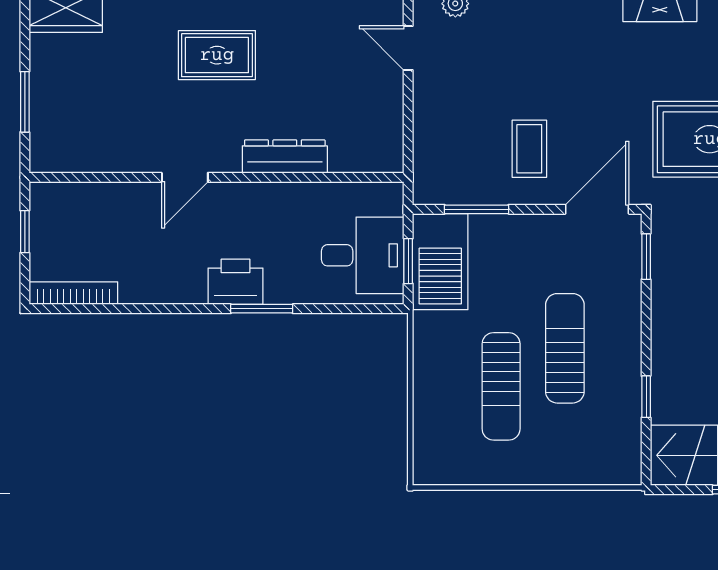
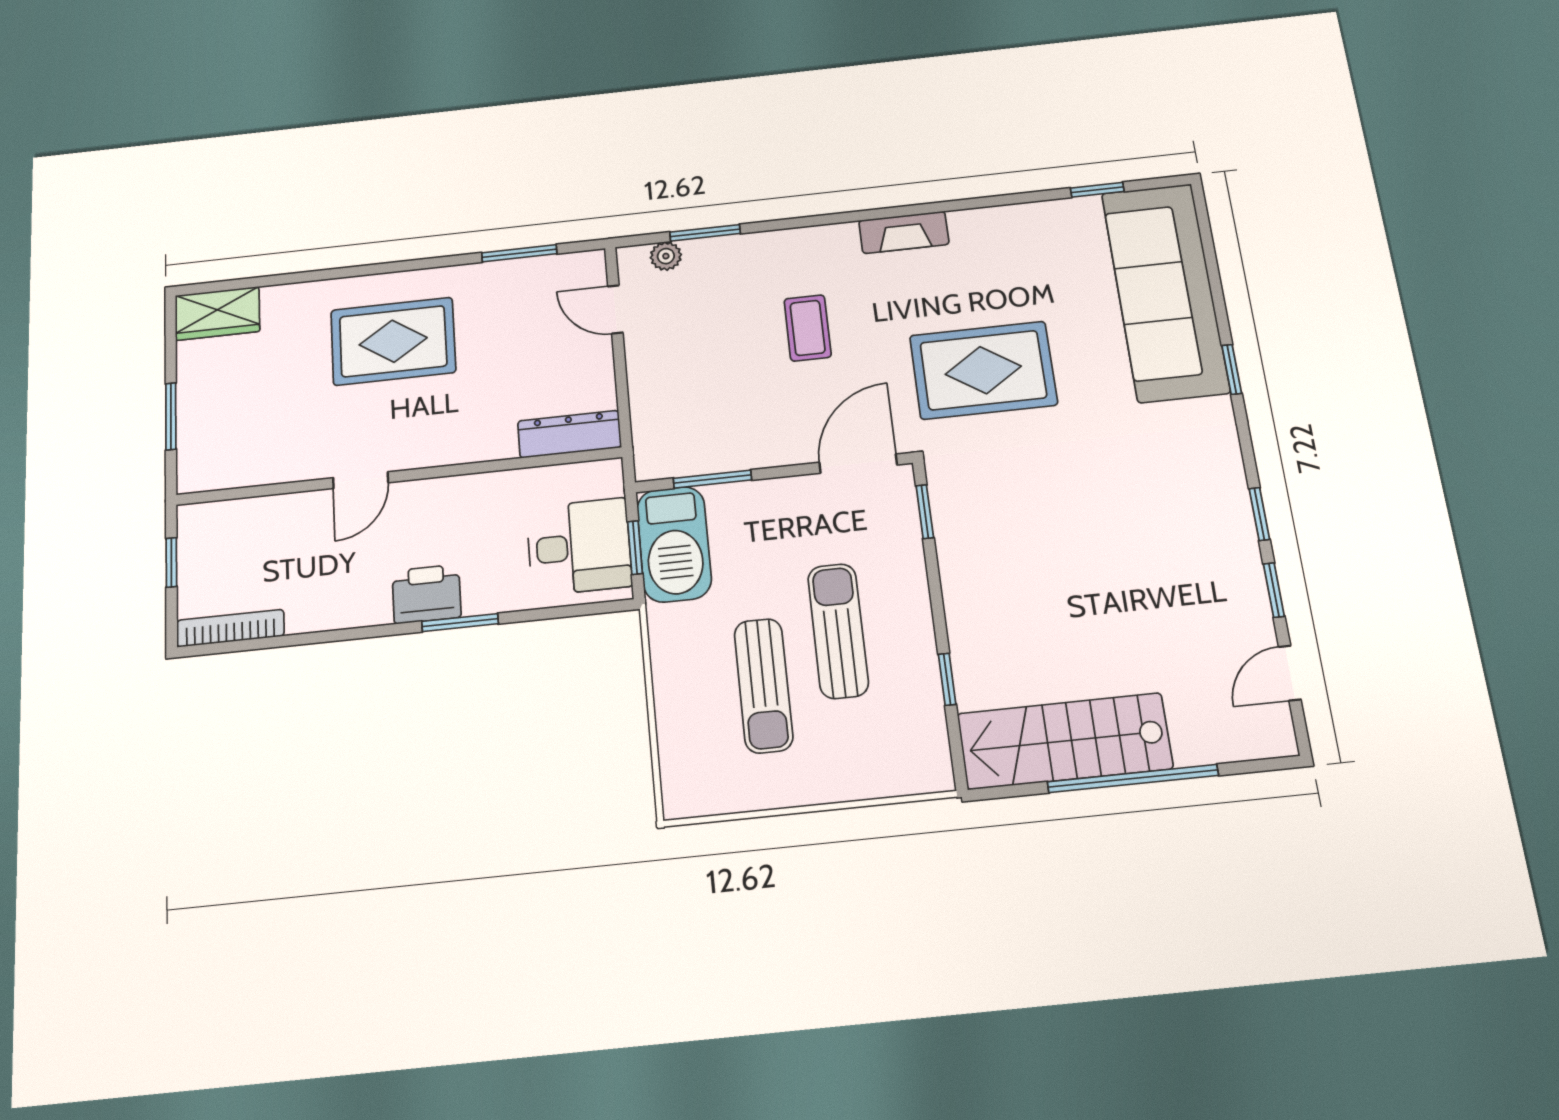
rug: (217, 55) -> (393, 341), width x1.36, depth x1.43
coffee table: (529, 149) -> (808, 328), moved
dresser: (285, 156) -> (569, 434), moved

